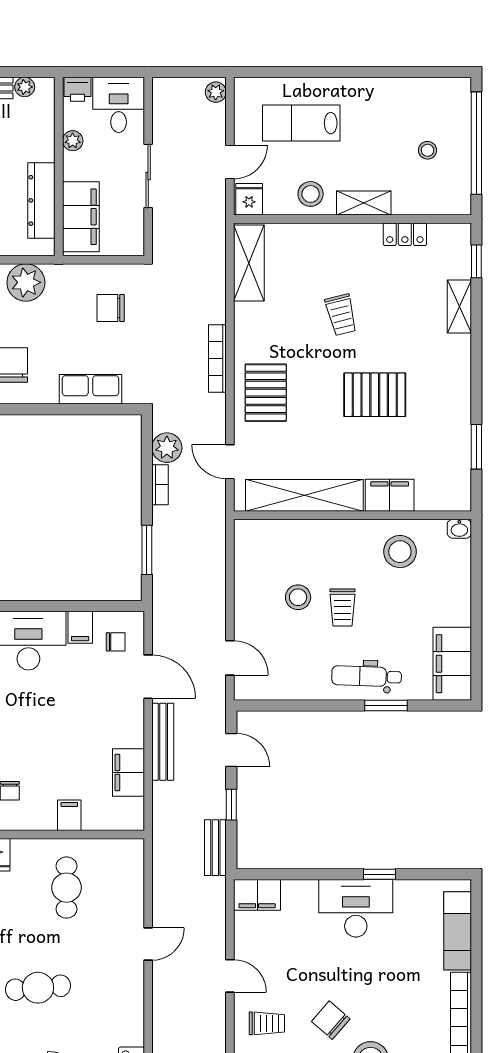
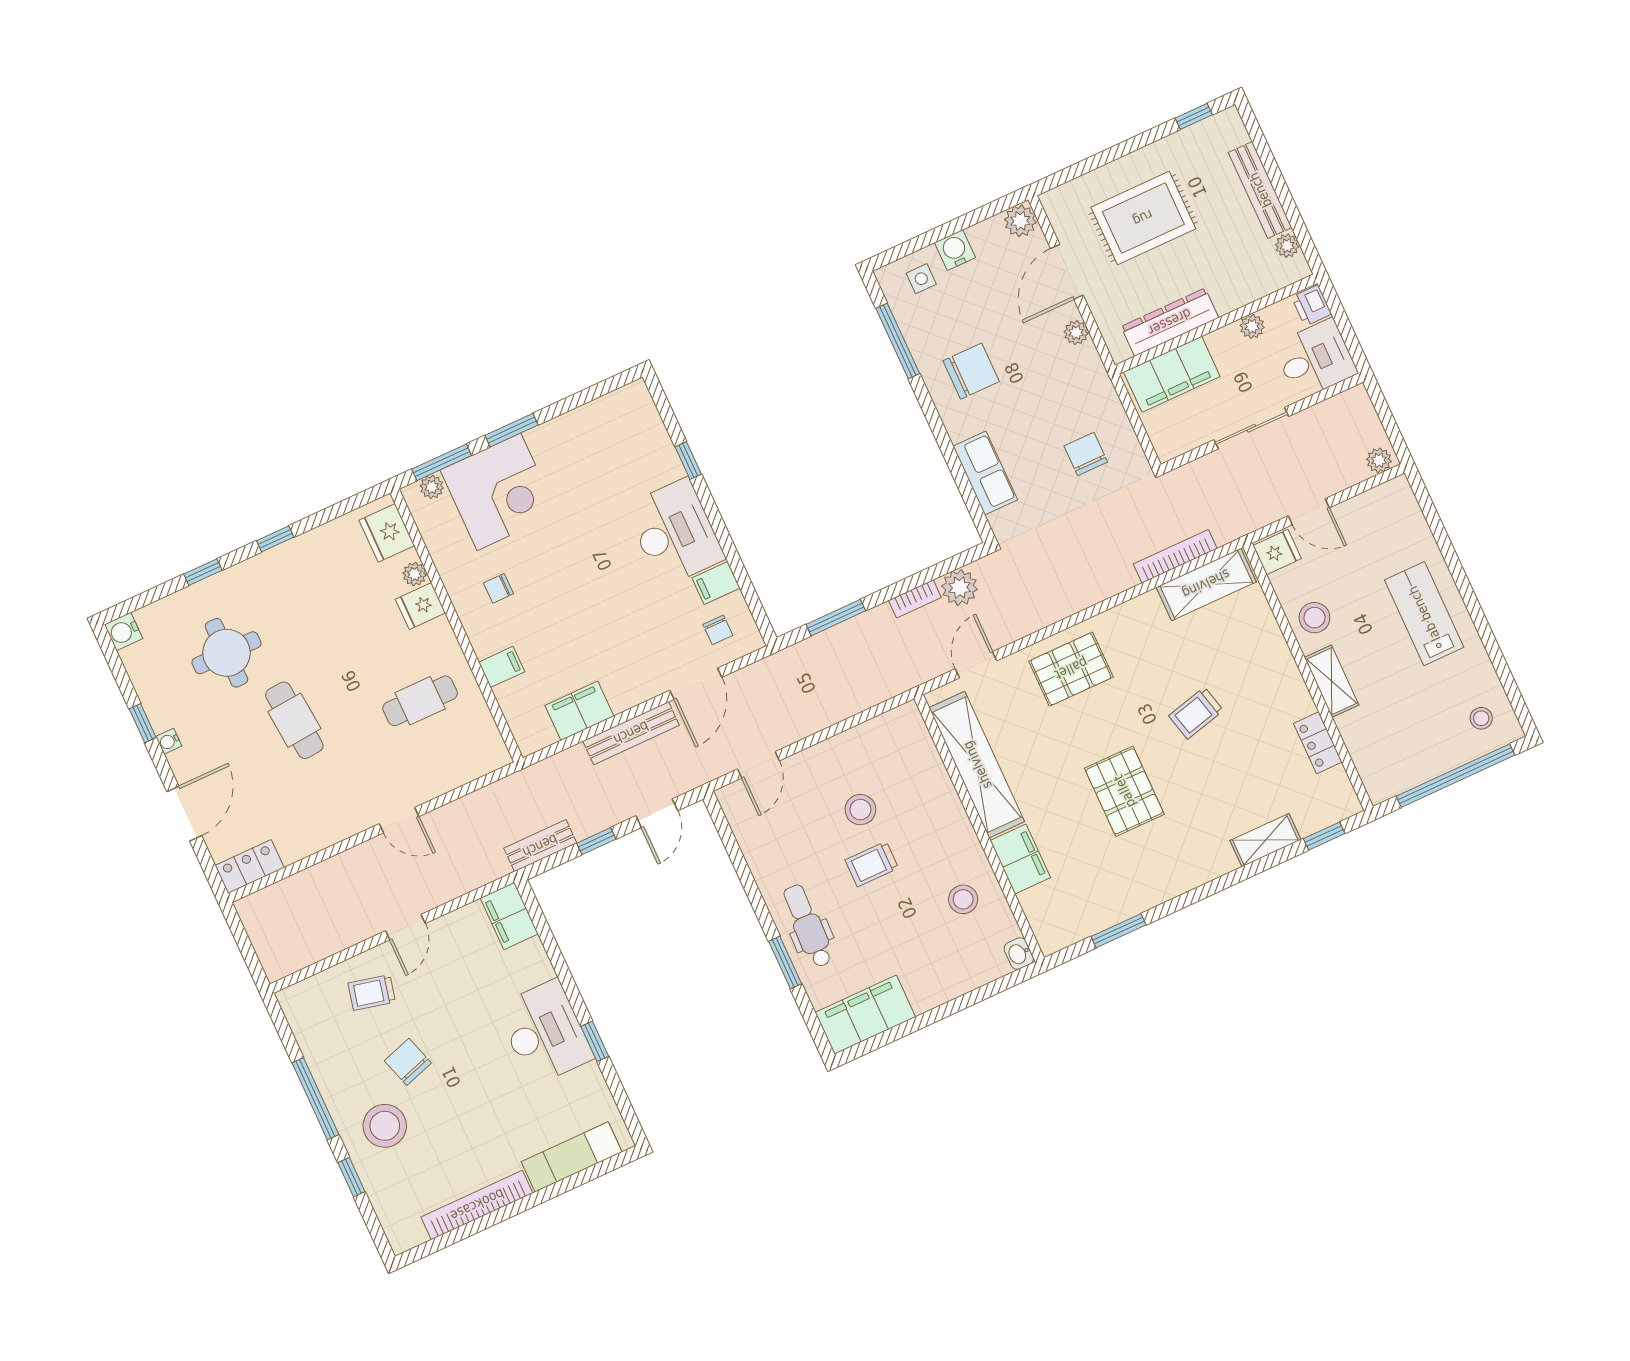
lab bench: (301, 123) -> (1424, 614), moved
stool: (428, 150) -> (1481, 718), moved
plant: (26, 282) -> (1076, 333), width x0.53, depth x0.53
bookcase: (217, 358) -> (1175, 556), moved
stool: (400, 552) -> (963, 899), width x0.73, depth x0.73
chair: (331, 1020) -> (408, 1062), turned -59
trolley: (267, 1023) -> (372, 993), turned 103

